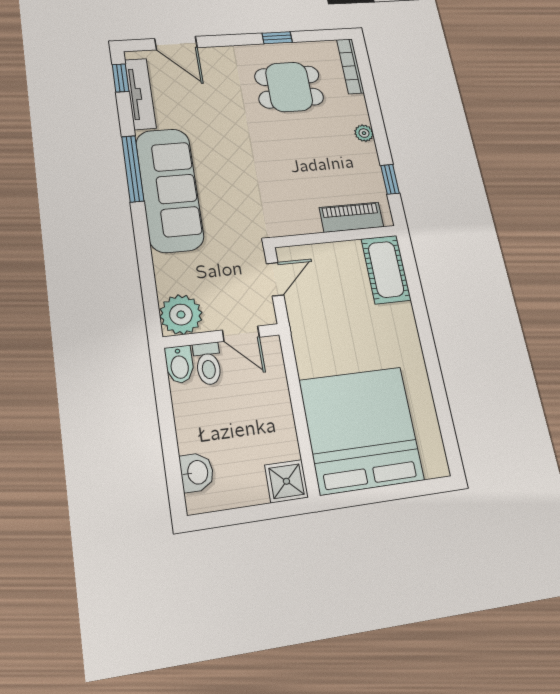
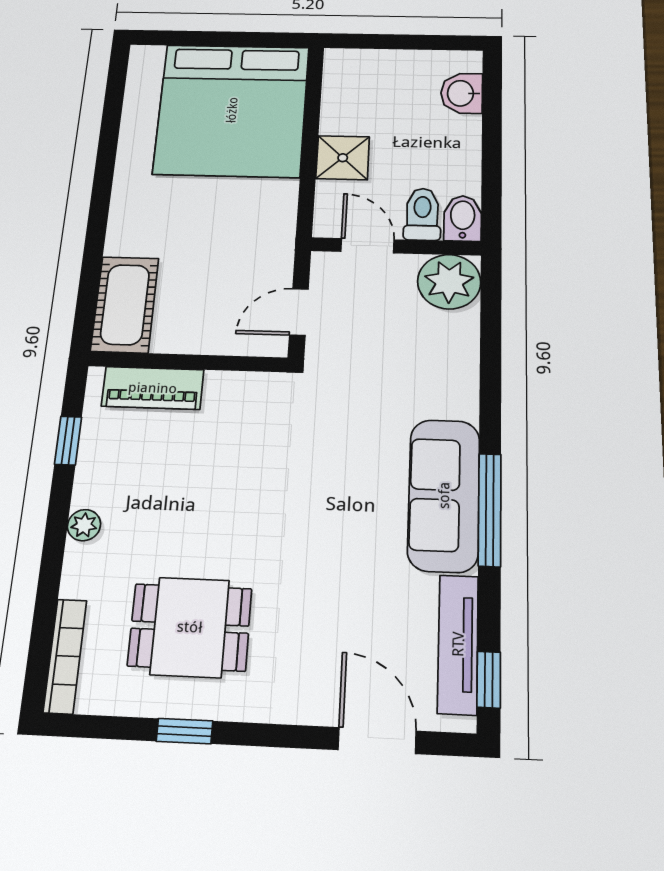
sofa: (169, 190) -> (444, 495), width x0.74, depth x0.79
shower: (286, 481) -> (343, 158), moved

